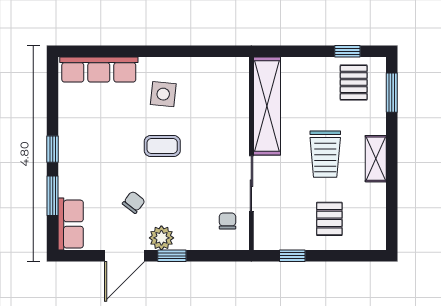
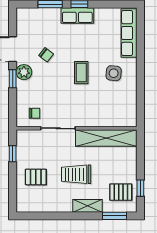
shelving: (376, 159) -> (88, 206), moved
row of seats: (71, 224) -> (77, 15), moved

